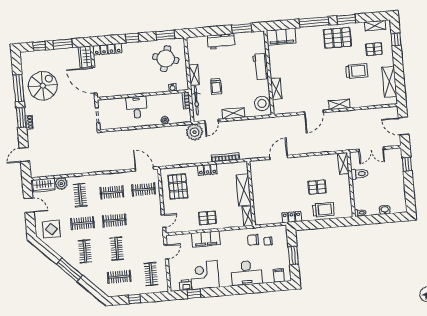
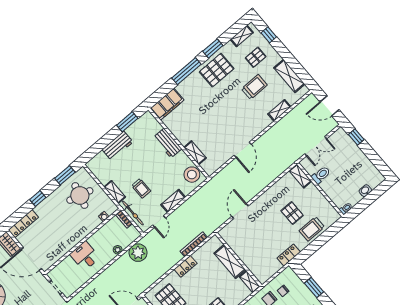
shelving: (339, 104) -> (279, 110), moved
plant: (195, 132) -> (138, 253), moved
pallet: (317, 187) -> (292, 213), turned 90
trolley: (323, 210) -> (312, 229), turned 180

